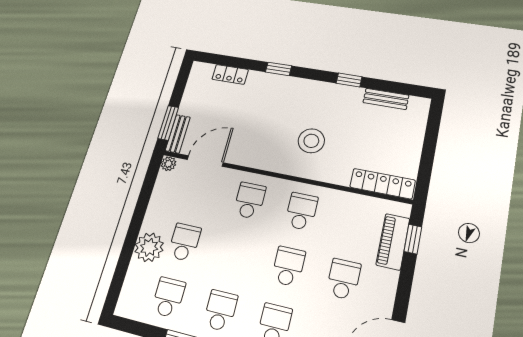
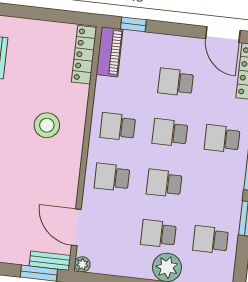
piano: (393, 242) -> (110, 52), moved, turned -90
school desk: (220, 311) -> (164, 183), moved

